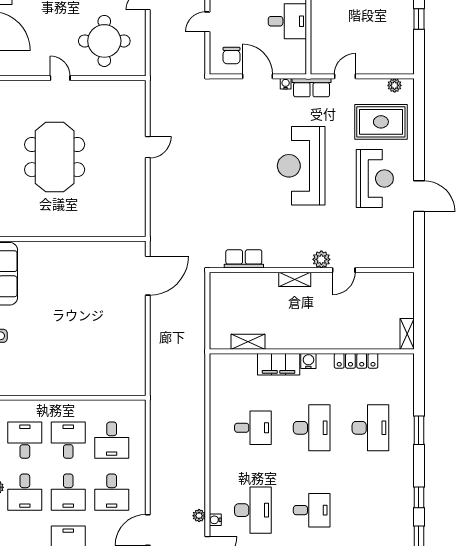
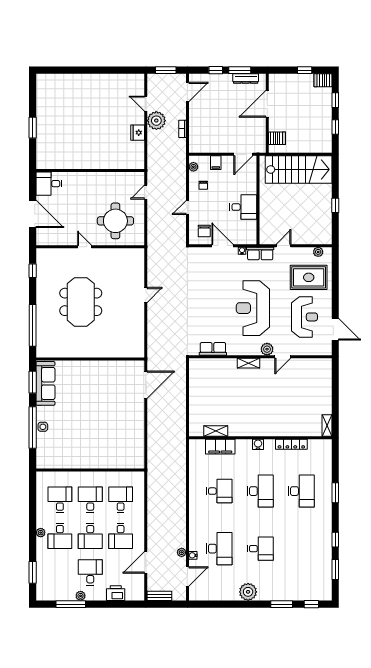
row of seats: (244, 259) -> (213, 349), moved
plant: (321, 259) -> (267, 349), moved
wall: (312, 270) -> (260, 357), moved
door: (344, 270) -> (283, 357), moved
shelving: (295, 279) -> (249, 363), moved
filing cabinet: (279, 364) -> (220, 447), moved
desk: (112, 440) -> (121, 500), turned 180

